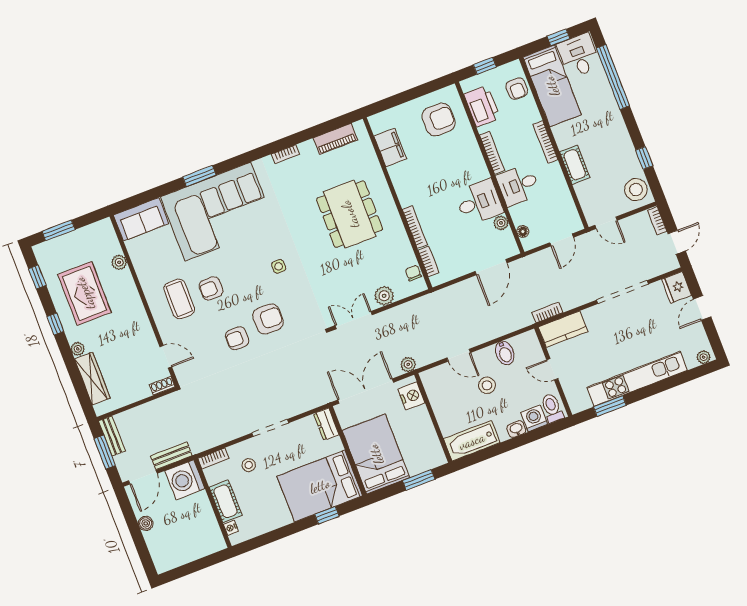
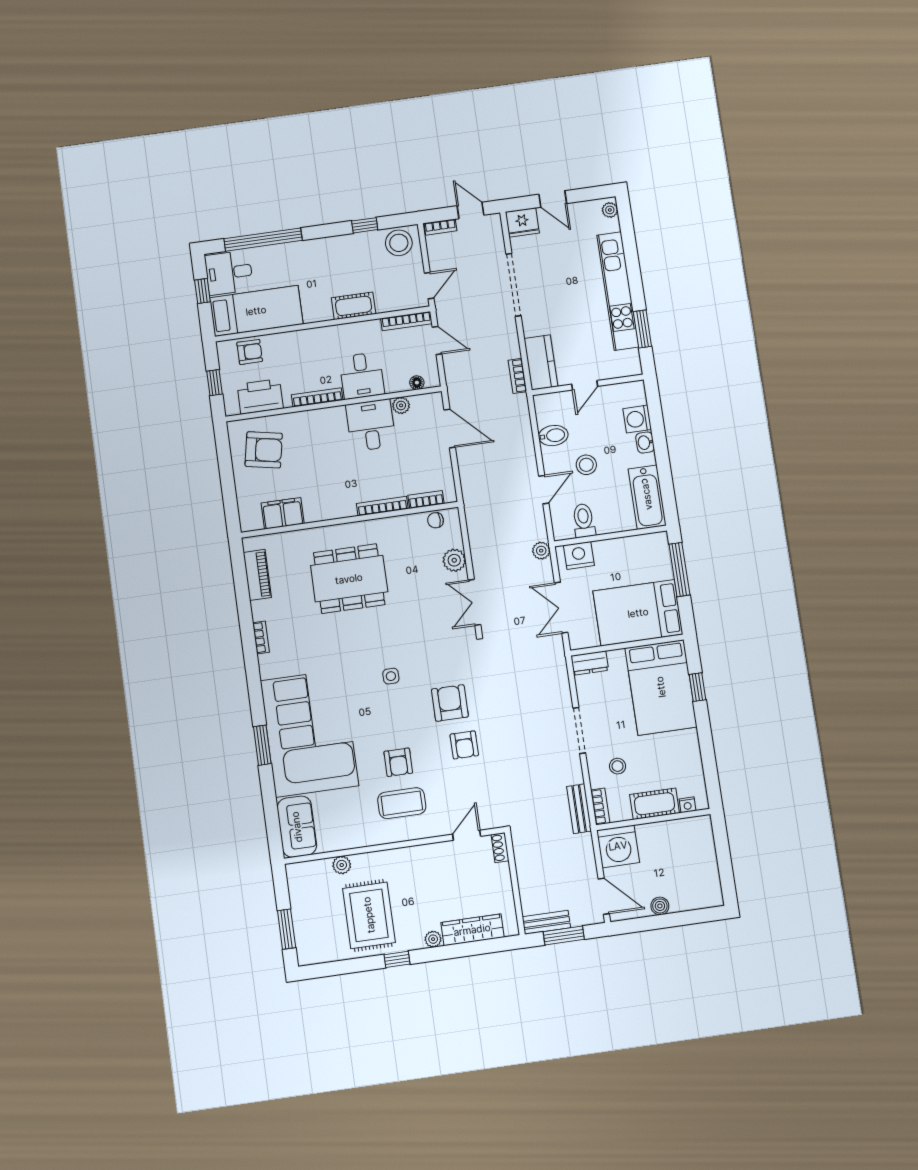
armchair: (439, 120) -> (264, 450), turned 101
bookcase: (545, 142) -> (406, 321), moved
window: (37, 277) -> (336, 968), removed
rug: (85, 293) -> (369, 915), turned 90
double door: (366, 391) -> (561, 608), width x0.73
toilet: (552, 408) -> (584, 521), moved, turned 90
bench: (171, 456) -> (579, 809), moved
window: (419, 480) -> (679, 570), width x1.44

